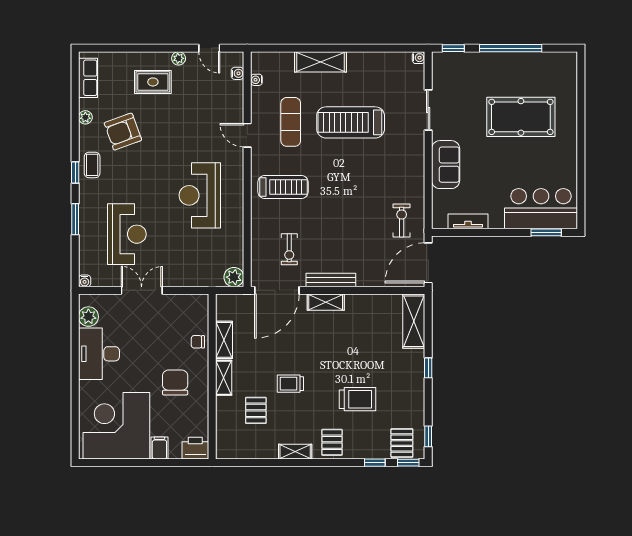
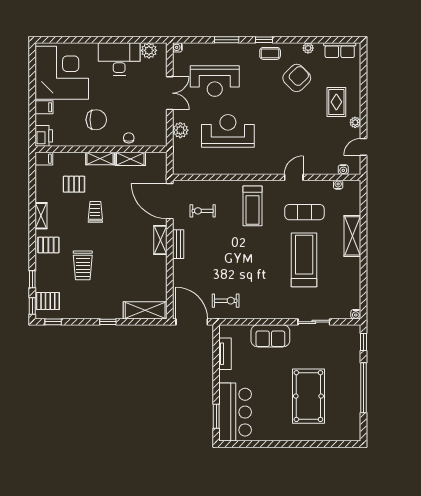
armchair: (123, 132) -> (297, 78), turned 66
reception desk: (200, 195) -> (228, 131), moved
plant: (234, 277) -> (180, 130), moved
bench: (331, 280) -> (178, 244), width x0.73
filing cabinet: (224, 448) -> (44, 159), added

